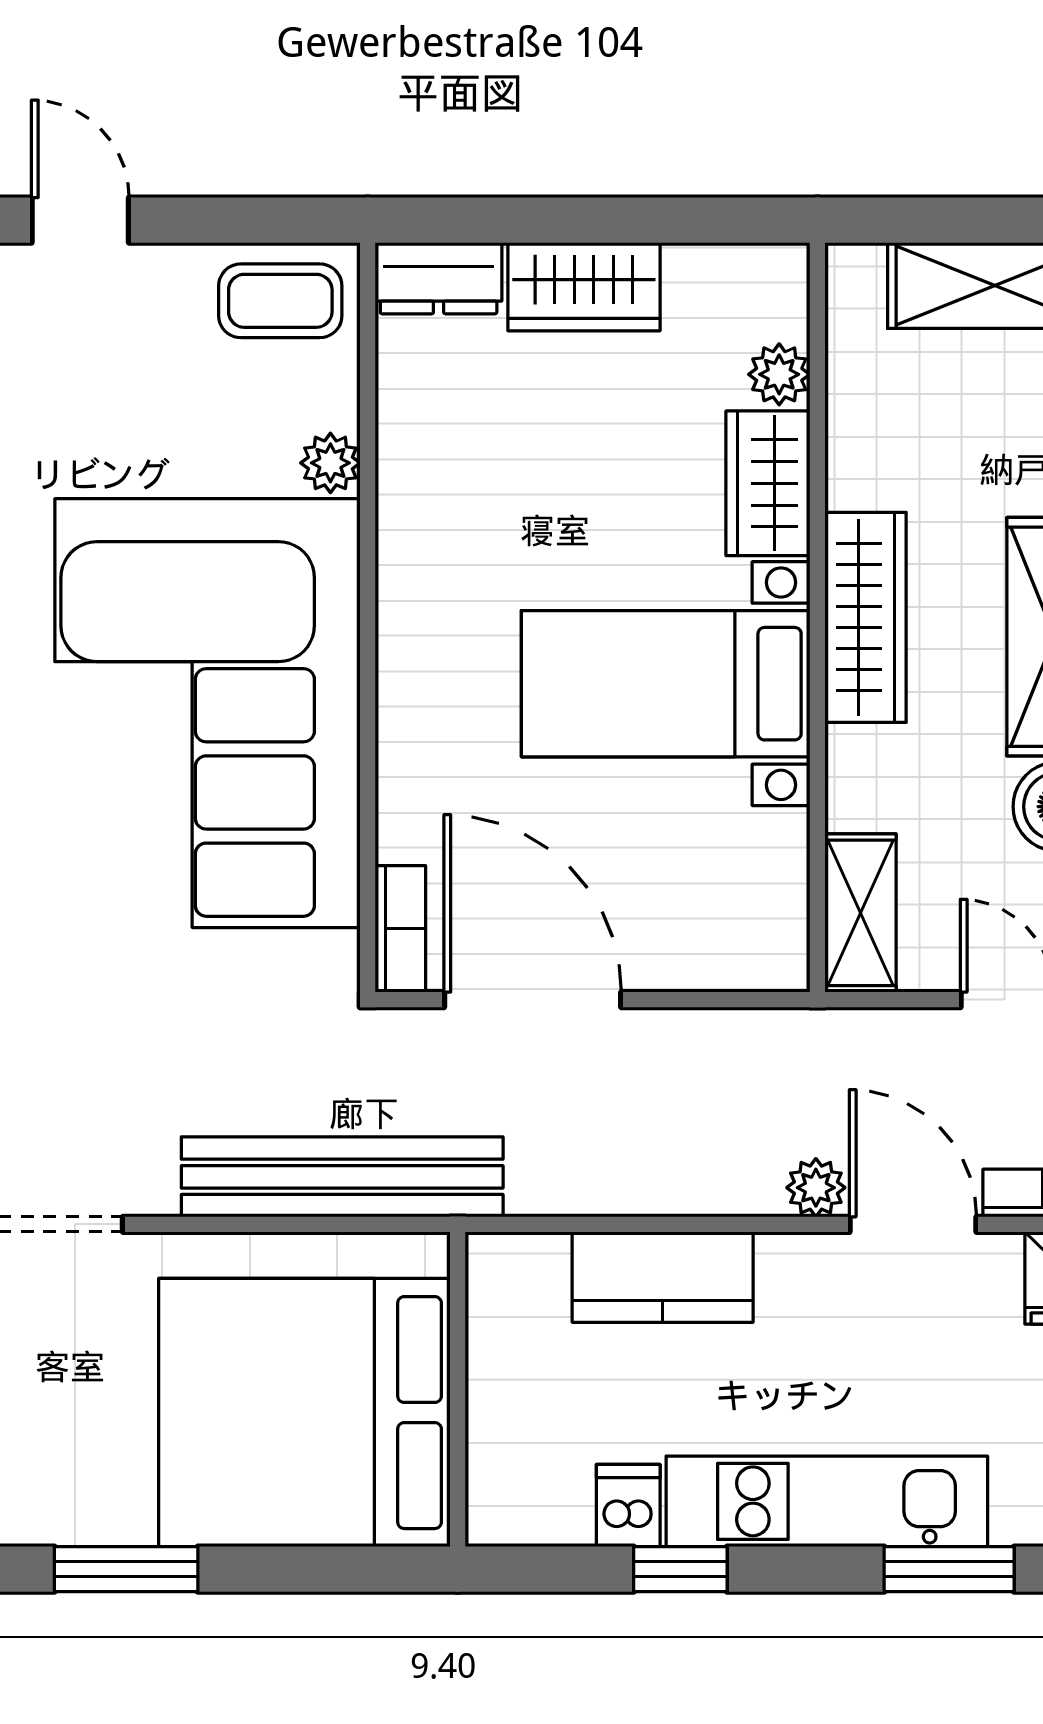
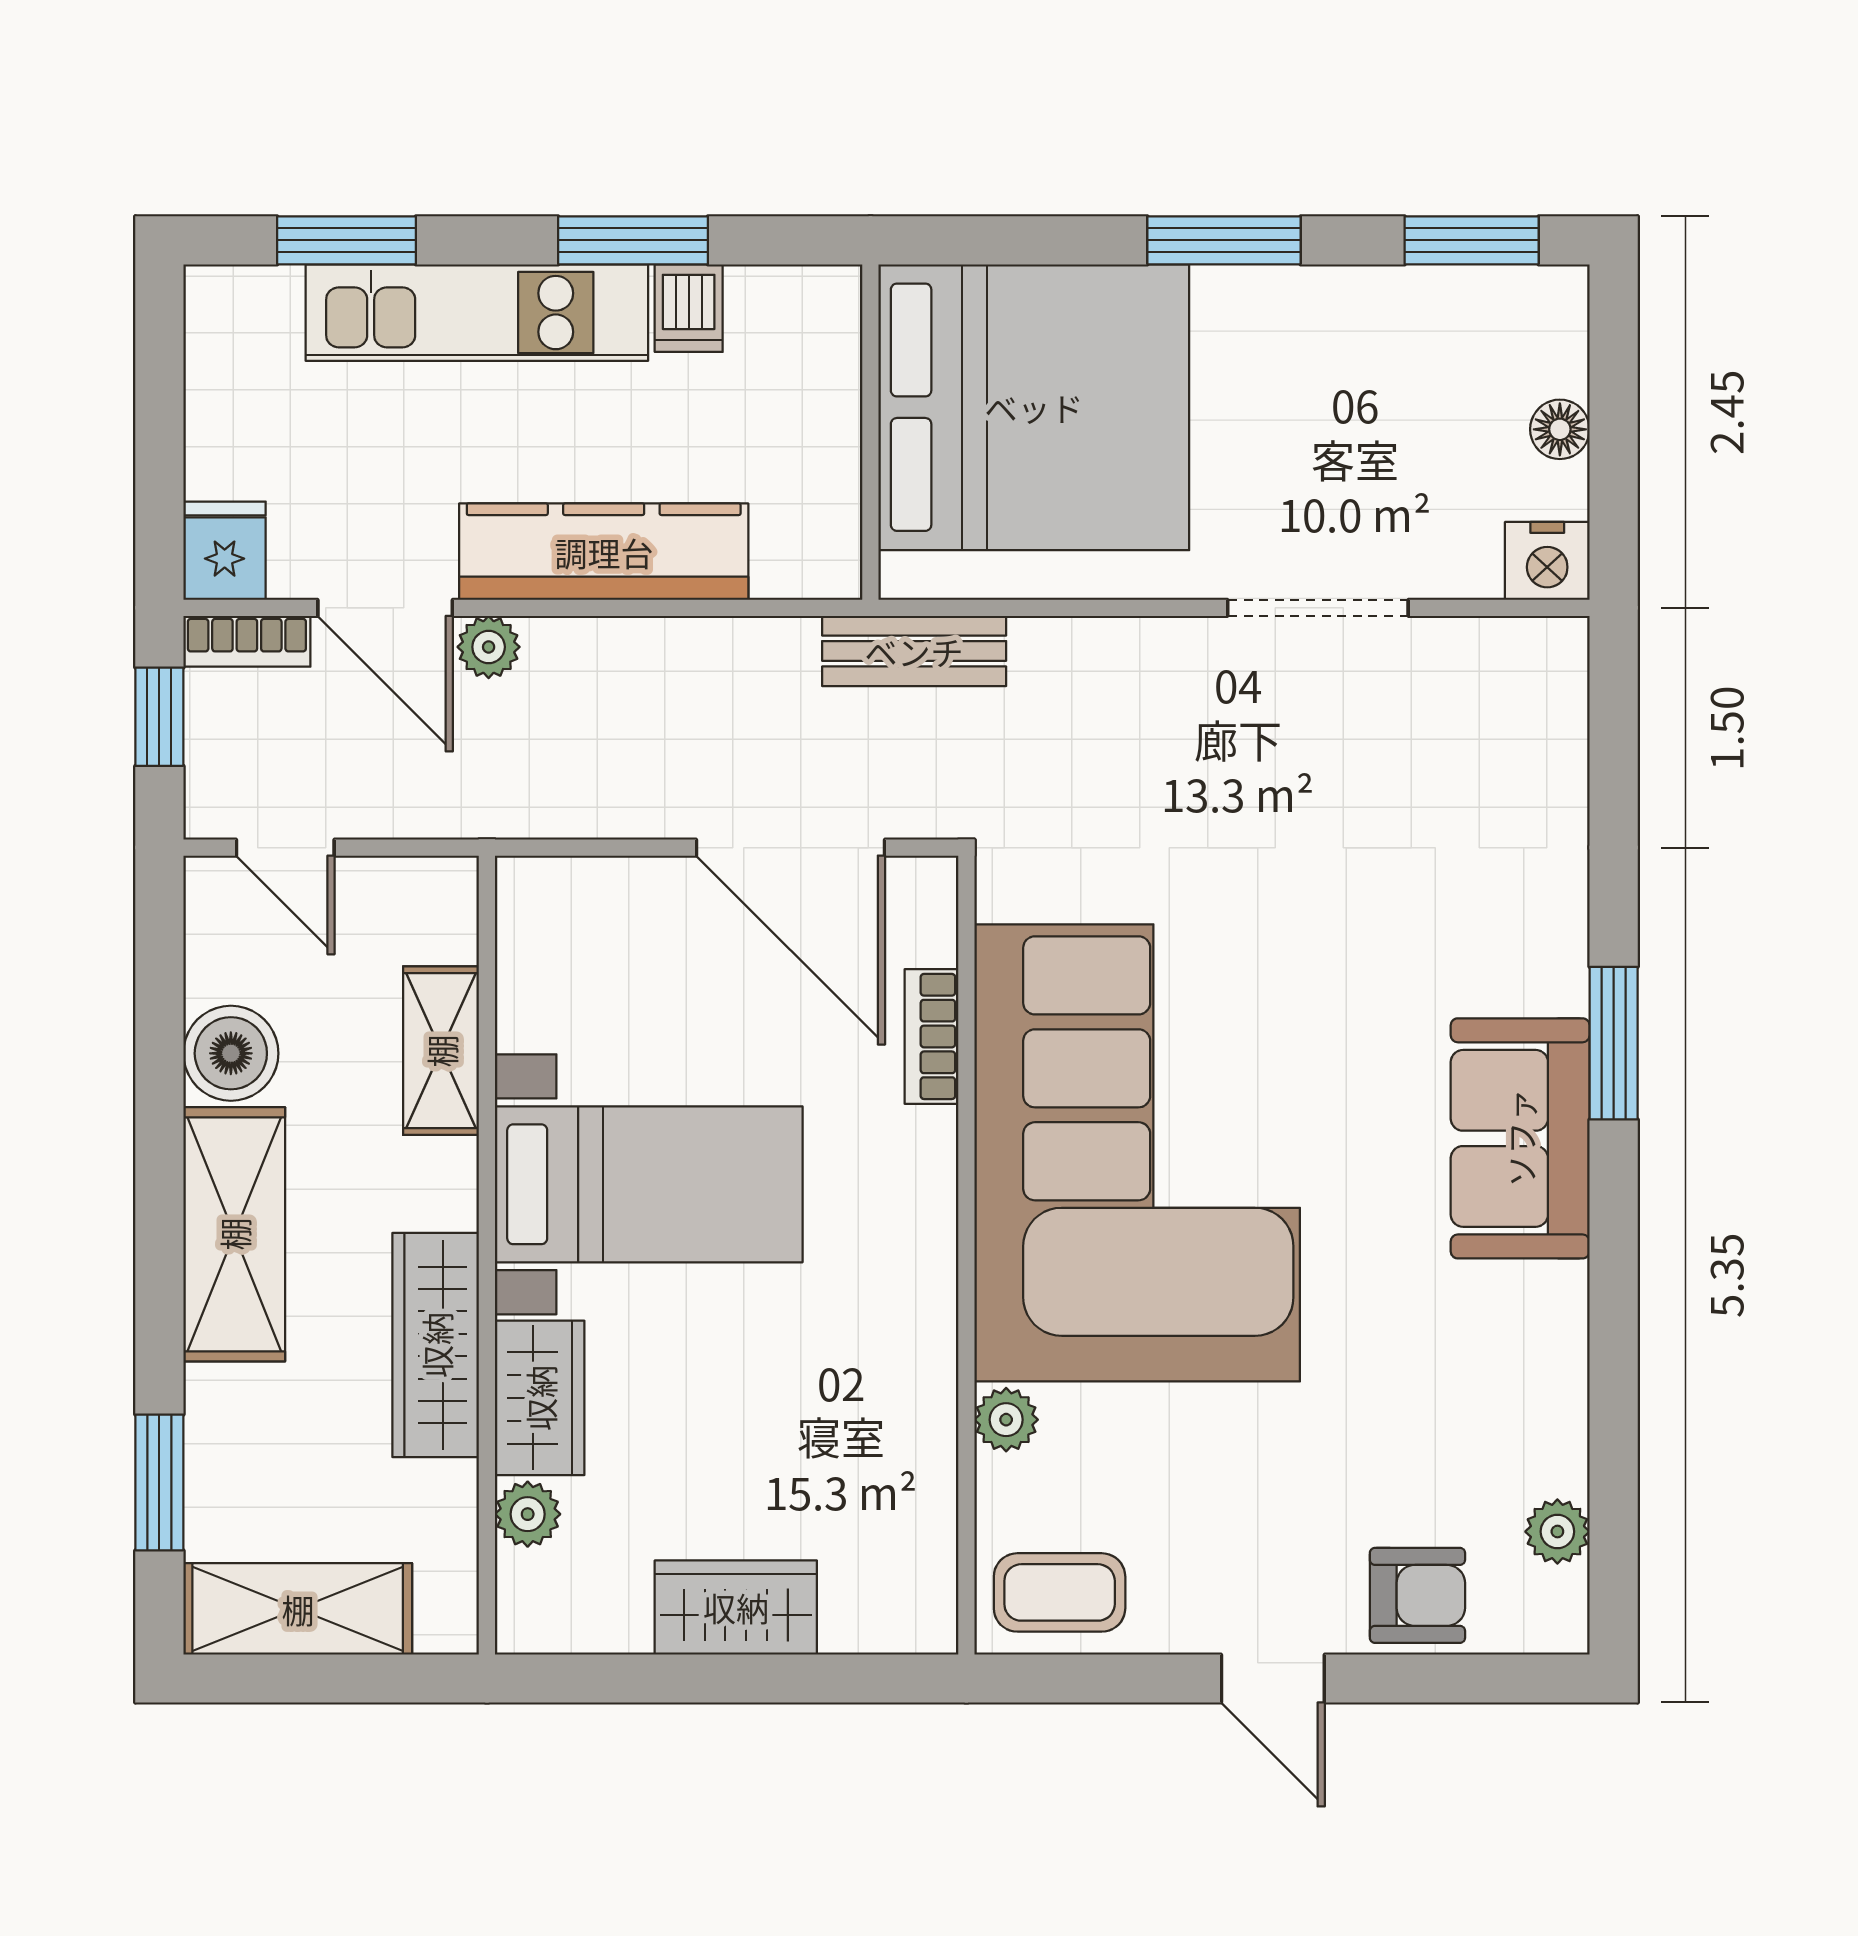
dresser: (439, 278) -> (891, 1617), removed
wardrobe: (866, 617) -> (436, 1345), moved
shelving: (860, 913) -> (441, 1051), moved
bookcase: (400, 929) -> (931, 1036), moved
bench: (342, 1177) -> (914, 651), width x0.54, depth x0.82
kitchen counter: (663, 1277) -> (604, 552), width x1.50
window: (680, 1569) -> (633, 240), width x1.50

